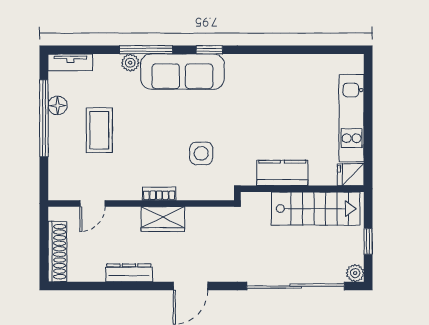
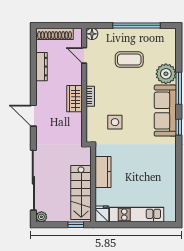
tv unit: (70, 62) -> (171, 42), removed
plant: (130, 63) -> (166, 74), width x1.87, depth x1.87
floor lamp: (58, 106) -> (92, 34), moved
window: (368, 241) -> (76, 225), moved
dresser: (129, 273) -> (42, 67), moved

